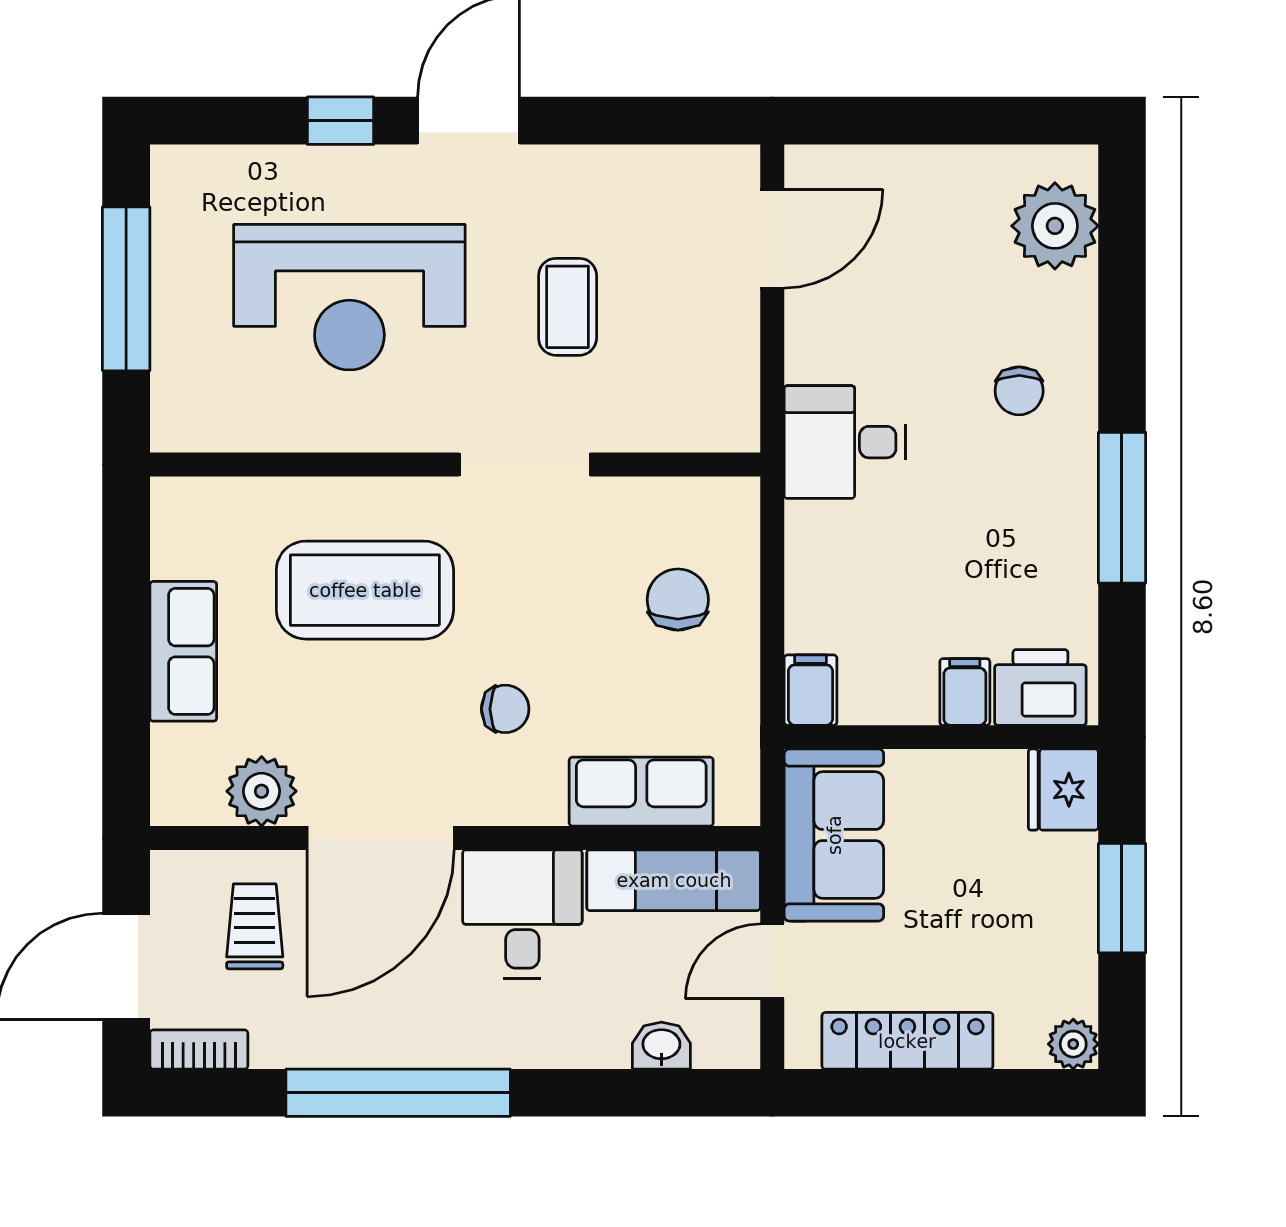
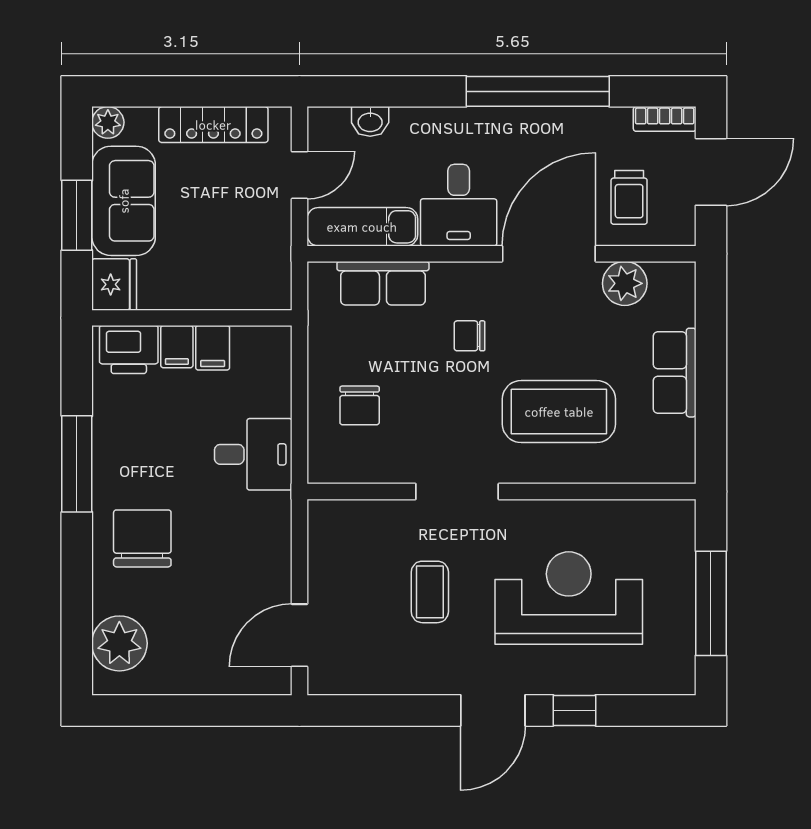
chair: (1019, 391) -> (142, 538), width x1.87, depth x1.87
desk: (845, 442) -> (253, 454), moved
filing cabinet: (810, 690) -> (213, 348), moved
sofa: (834, 835) -> (124, 201), moved, turned 180

